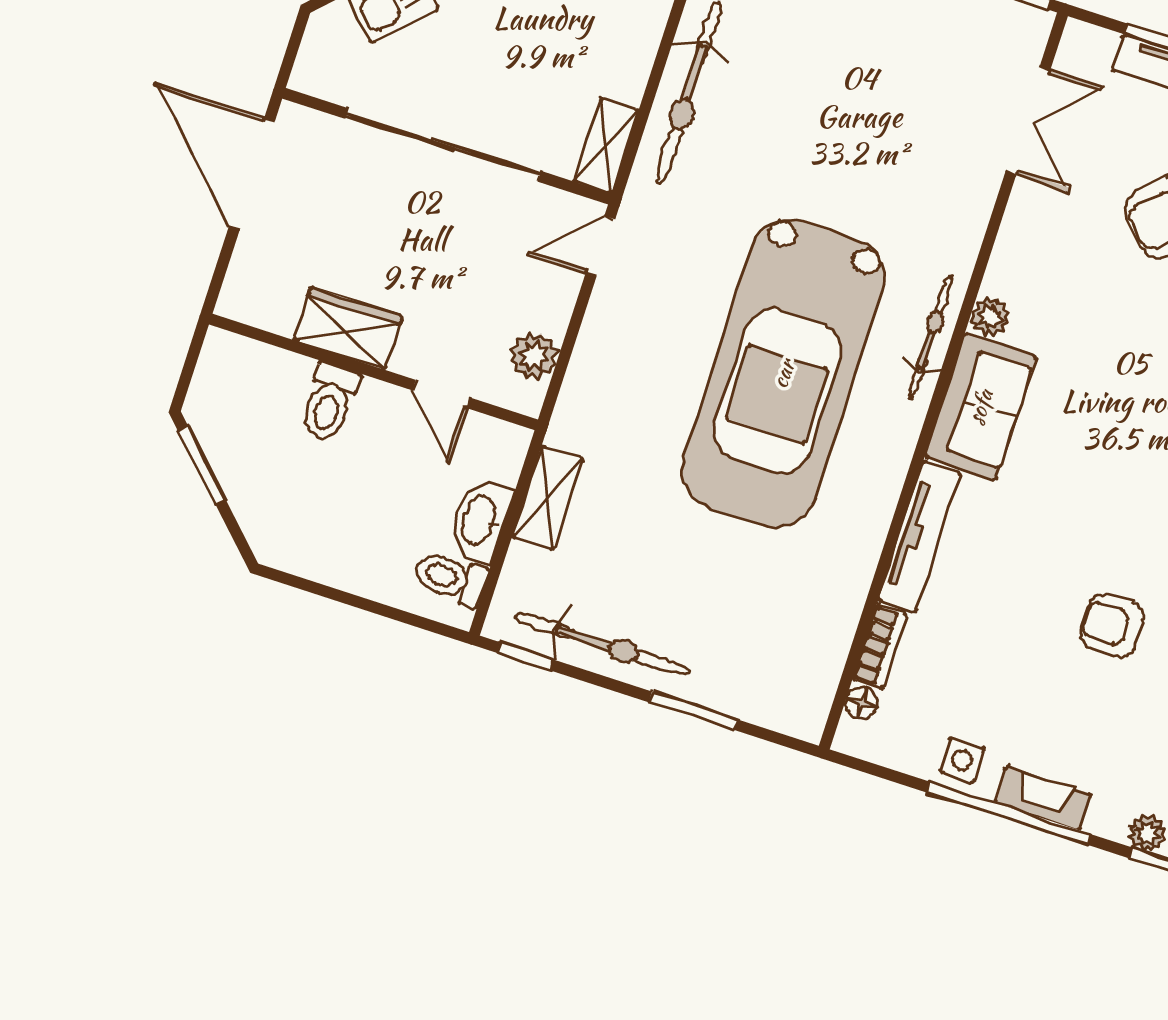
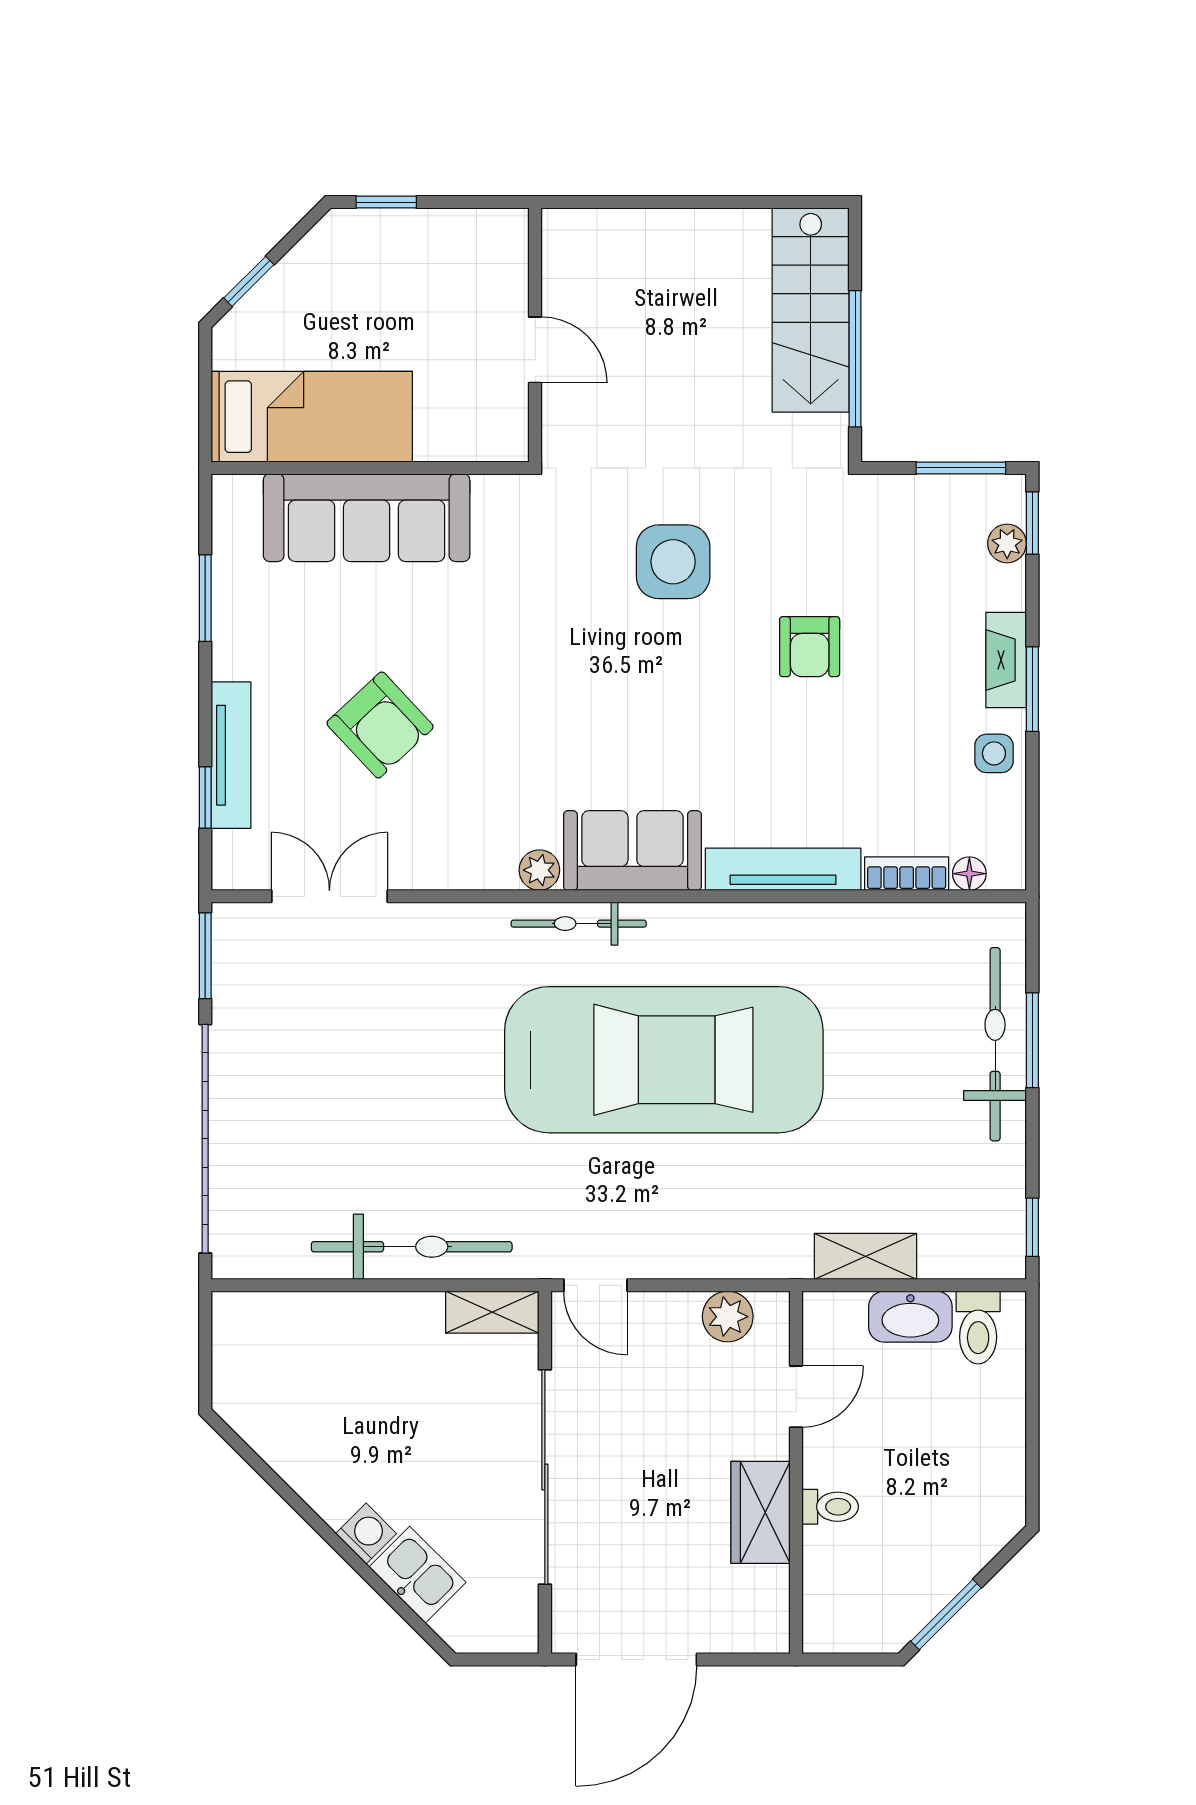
toilet: (329, 402) -> (830, 1507), width x0.73, depth x0.72
bicycle: (602, 644) -> (995, 1044), moved
window: (1009, 813) -> (1032, 689), width x0.47

